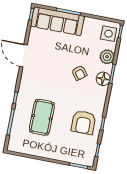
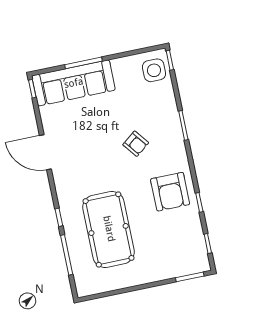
plant: (107, 57) -> (166, 104), removed
floor lamp: (103, 79) -> (173, 138), removed
pool table: (42, 117) -> (109, 229), width x1.36, depth x1.32
armchair: (83, 122) -> (170, 192), moved

